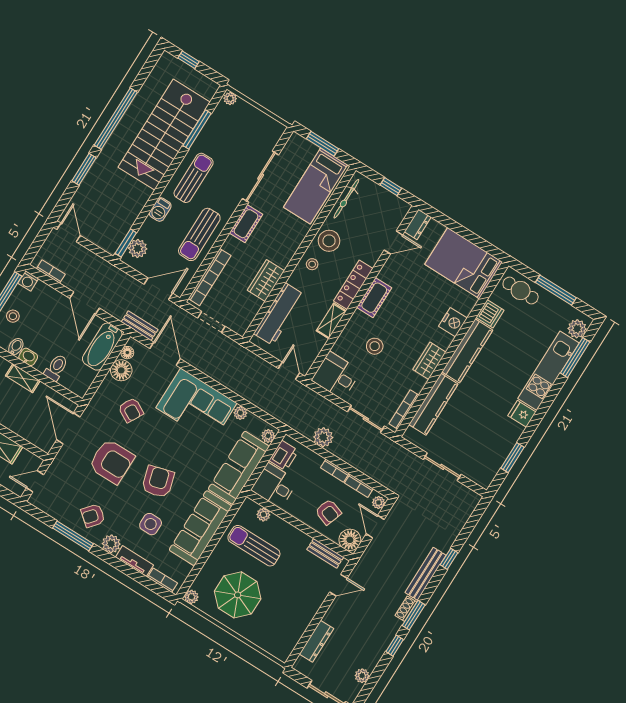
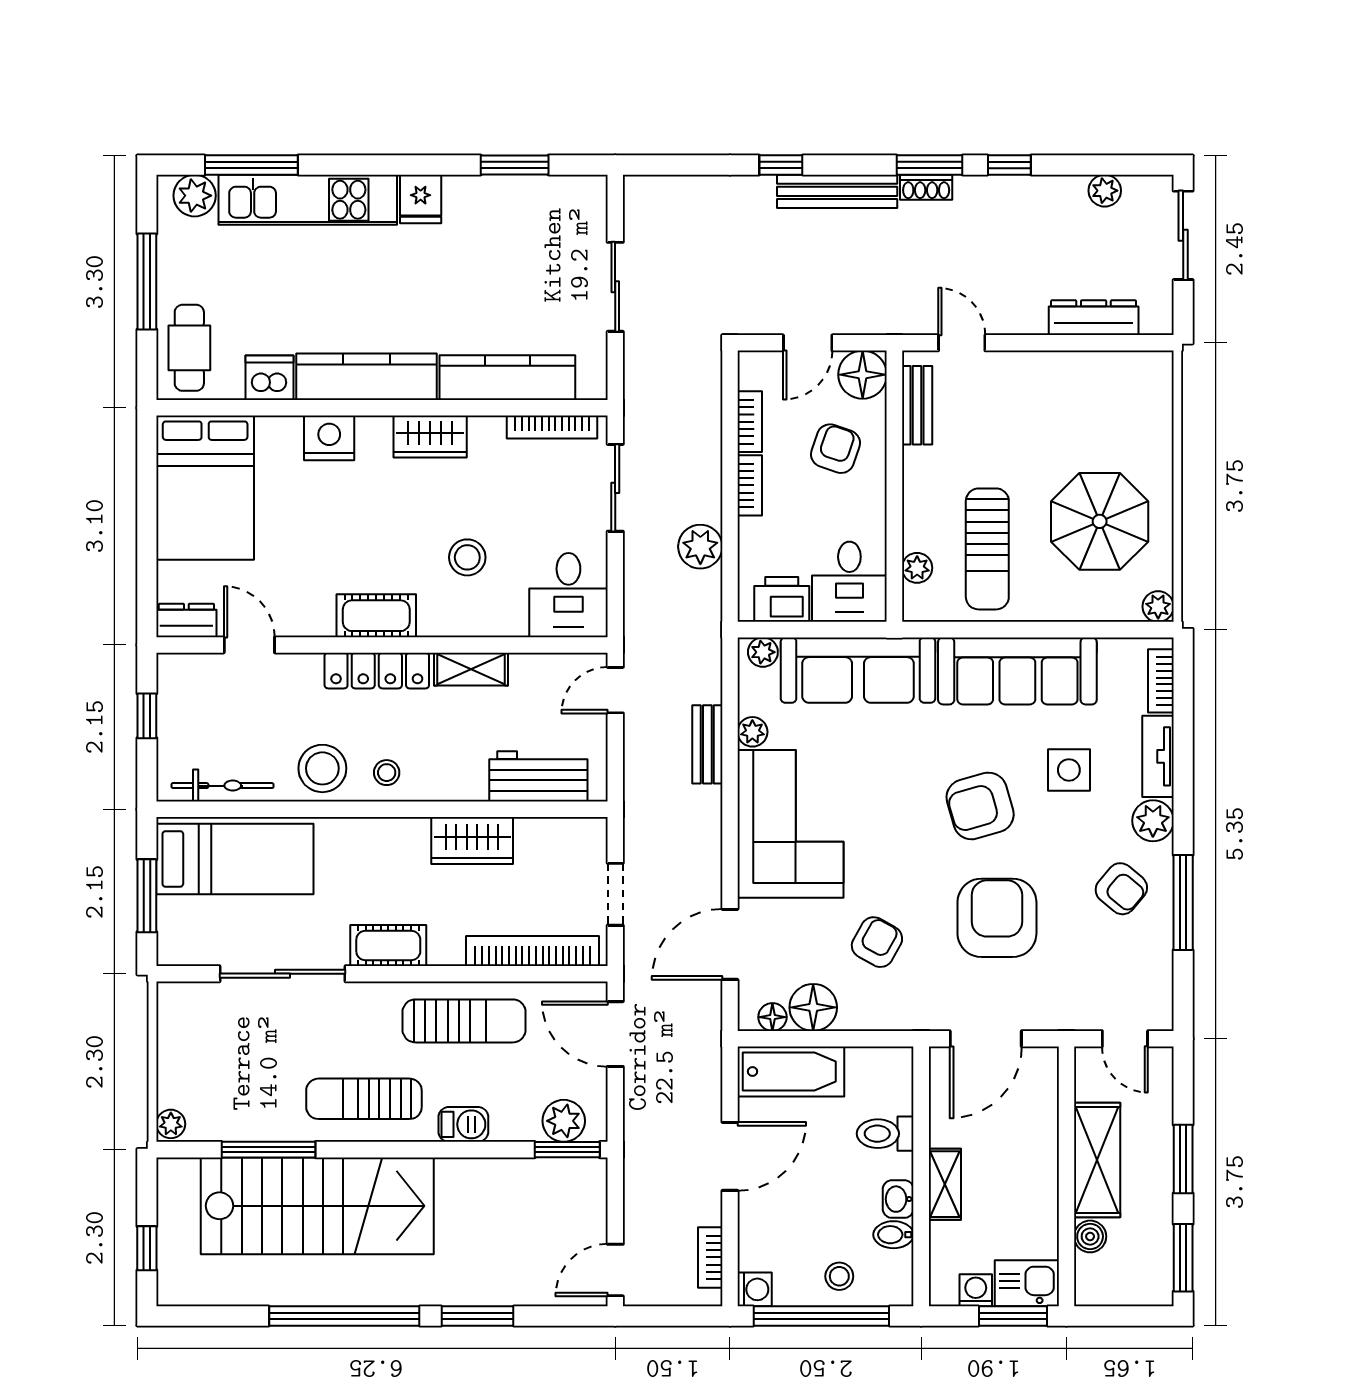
workbench: (279, 314) -> (538, 776), width x0.73
bench: (140, 326) -> (707, 744), moved
plant: (379, 503) -> (758, 365), removed

